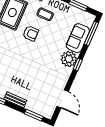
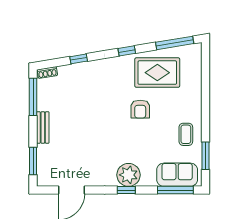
coffee table: (45, 14) -> (186, 134), moved
sofa: (78, 38) -> (177, 175), moved

